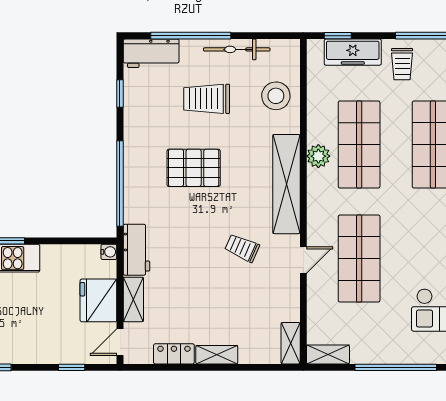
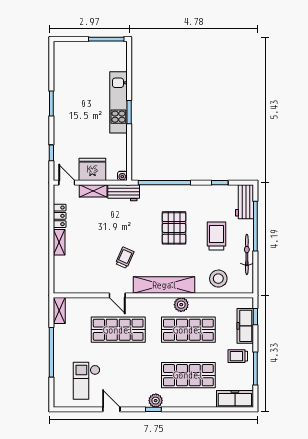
shelving: (291, 343) -> (66, 288), removed

